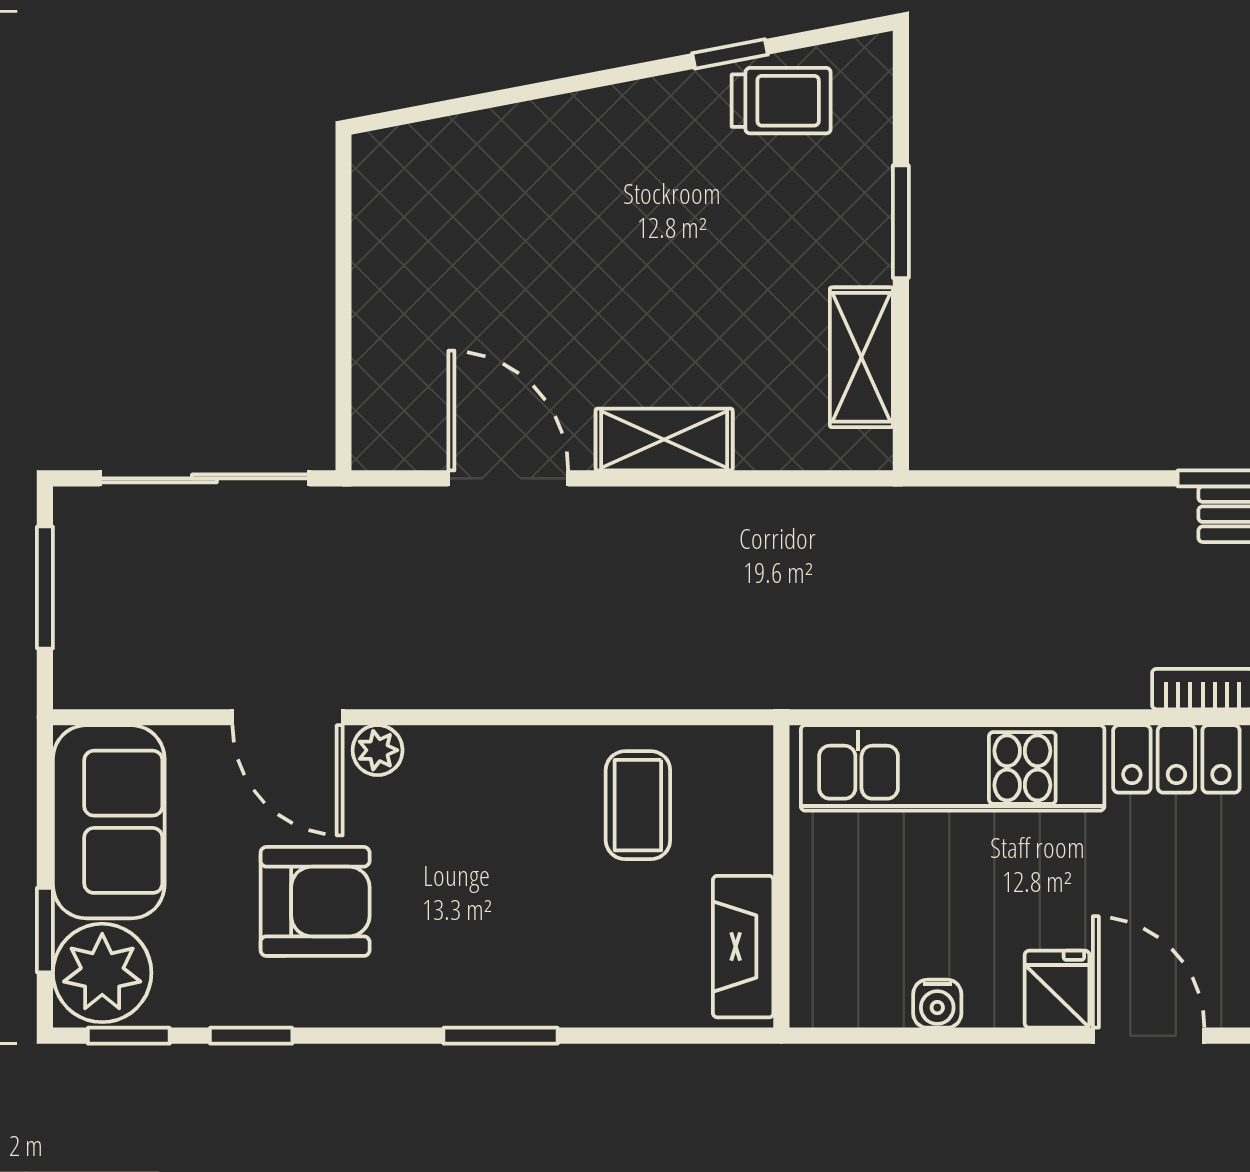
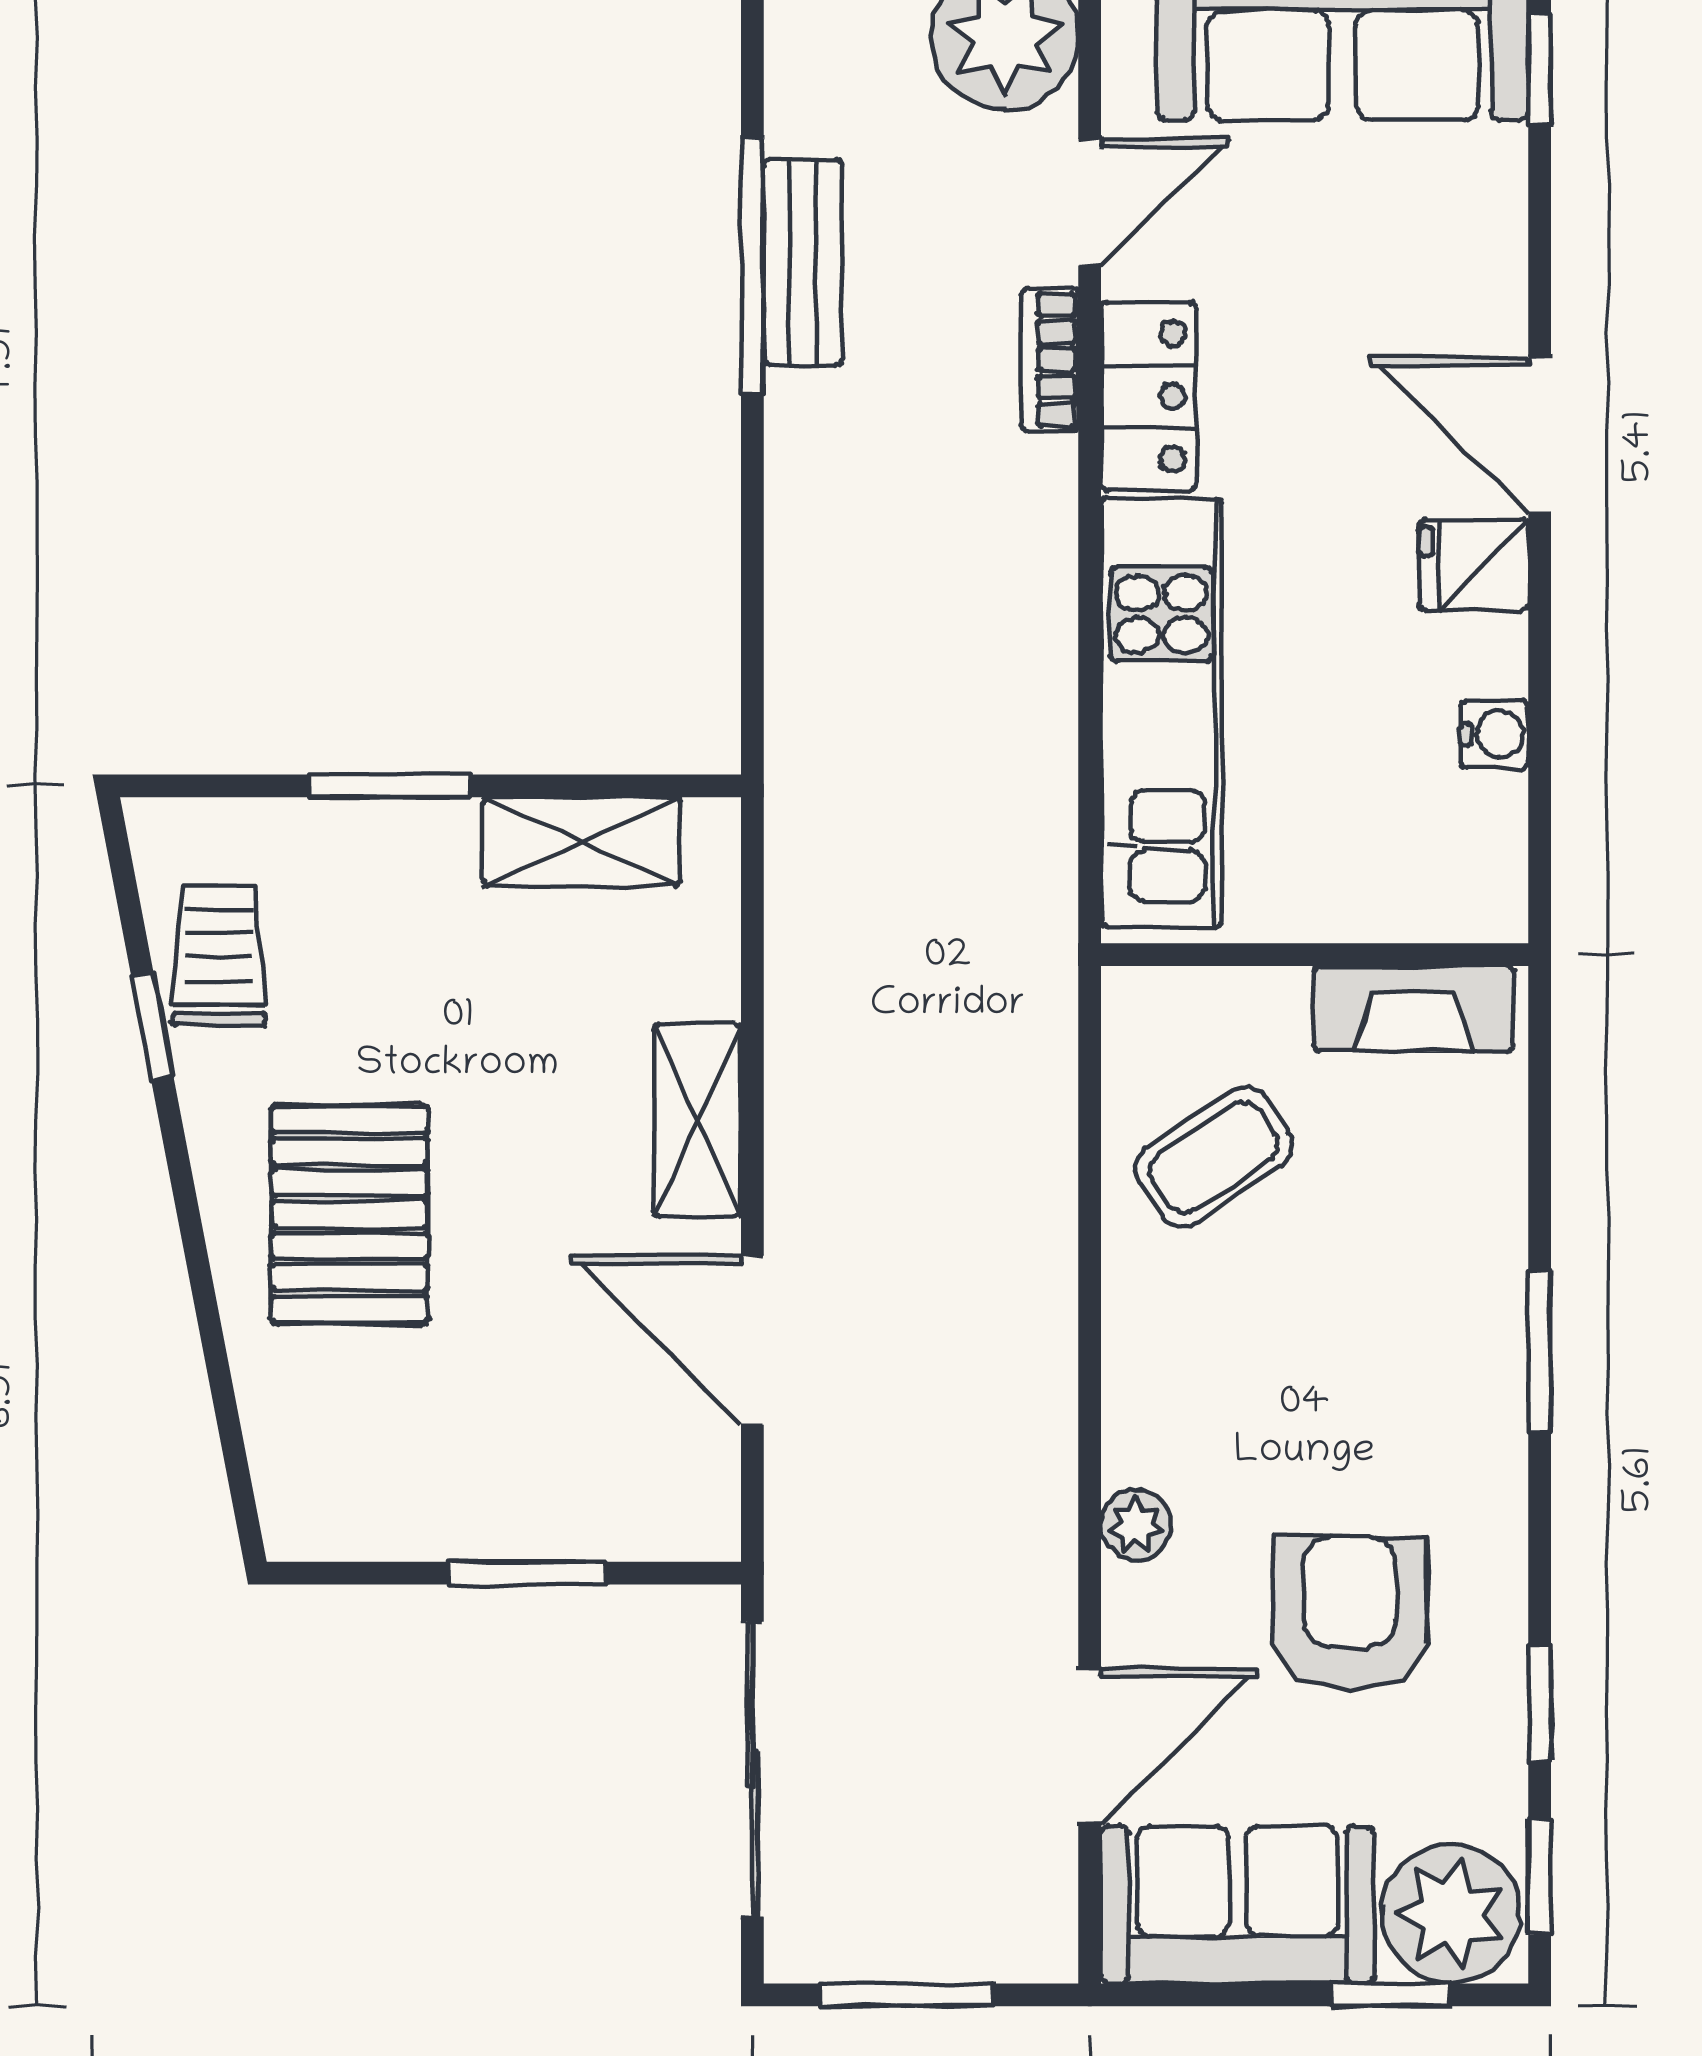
pallet: (598, 193) -> (350, 1214), added
window: (343, 319) -> (526, 1573), added
door: (508, 478) -> (752, 1340), hinge flipped
door: (288, 717) -> (1090, 1746), moved
coffee table: (638, 805) -> (1214, 1157), turned -34
door: (1149, 1036) -> (1540, 436), hinge flipped

